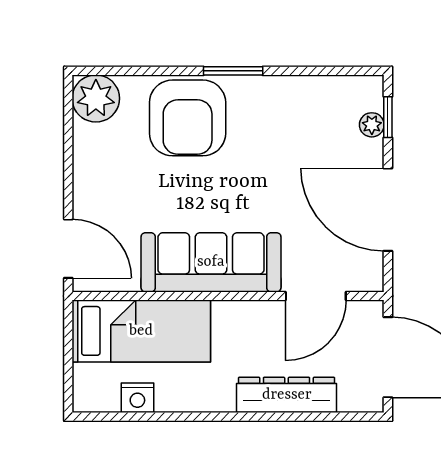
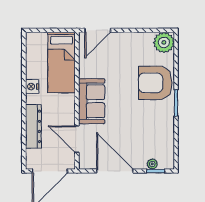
door: (388, 210) -> (115, 171), hinge flipped
sofa: (211, 262) -> (92, 101), width x0.73
nightstand: (137, 398) -> (32, 87), moved

